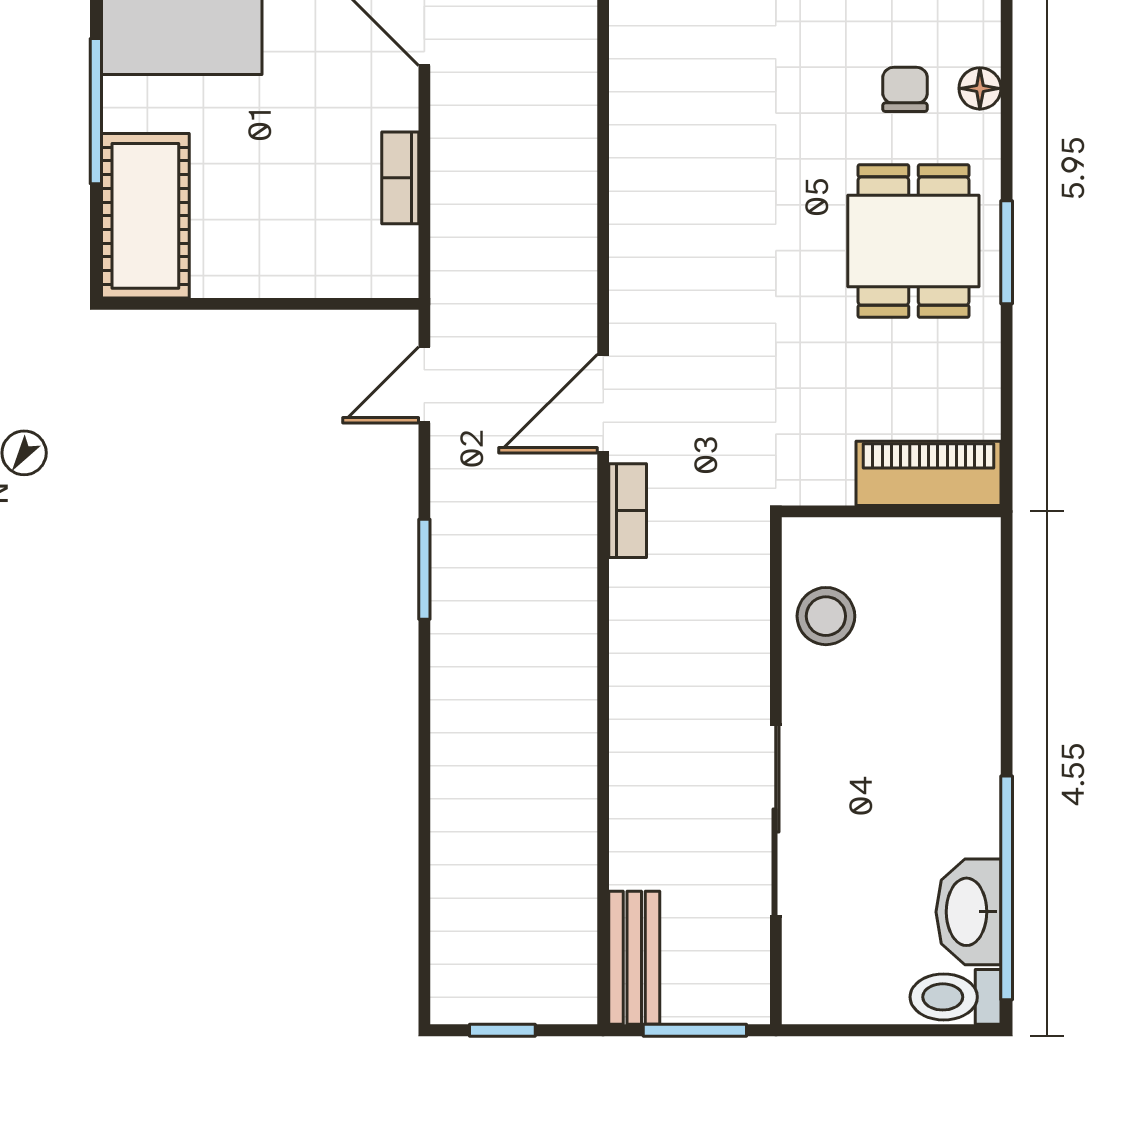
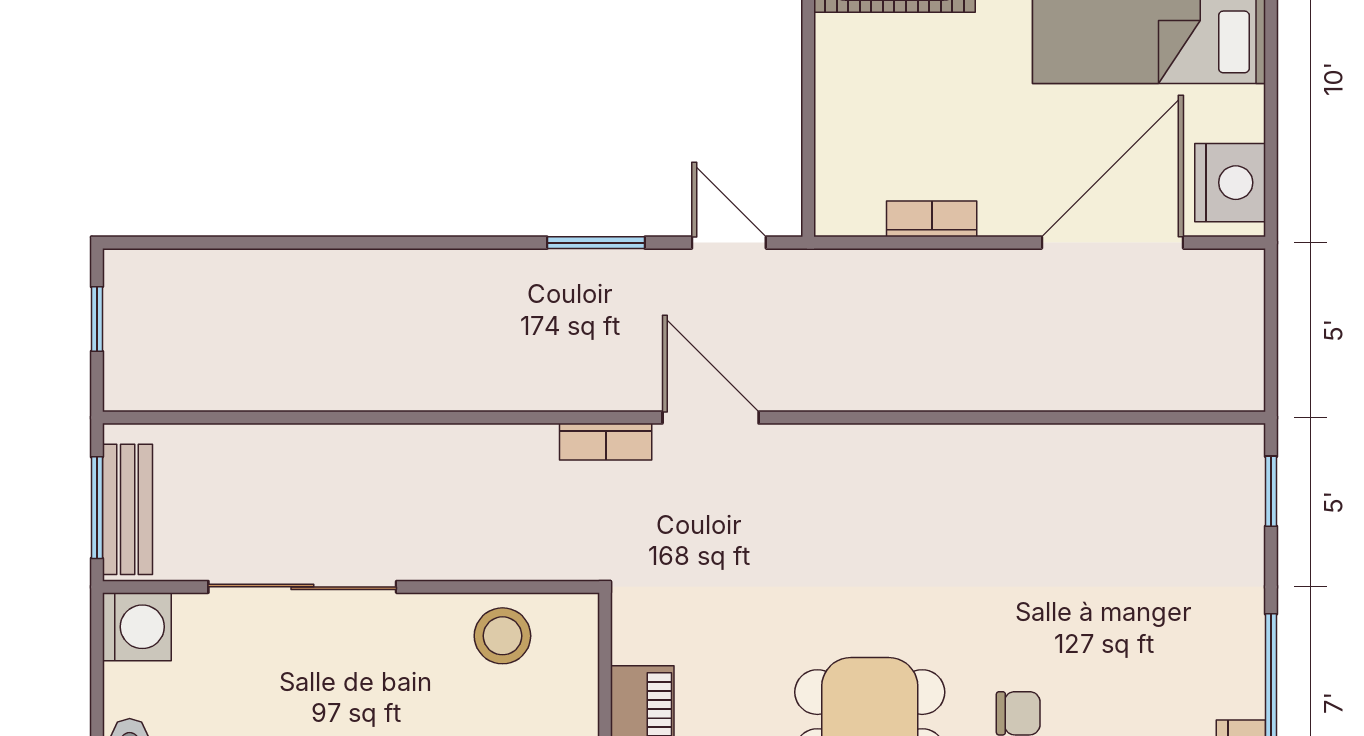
window: (424, 569) -> (596, 243), moved
bench: (634, 958) -> (128, 509), moved, turned 90
washing machine: (817, 990) -> (137, 627), added

